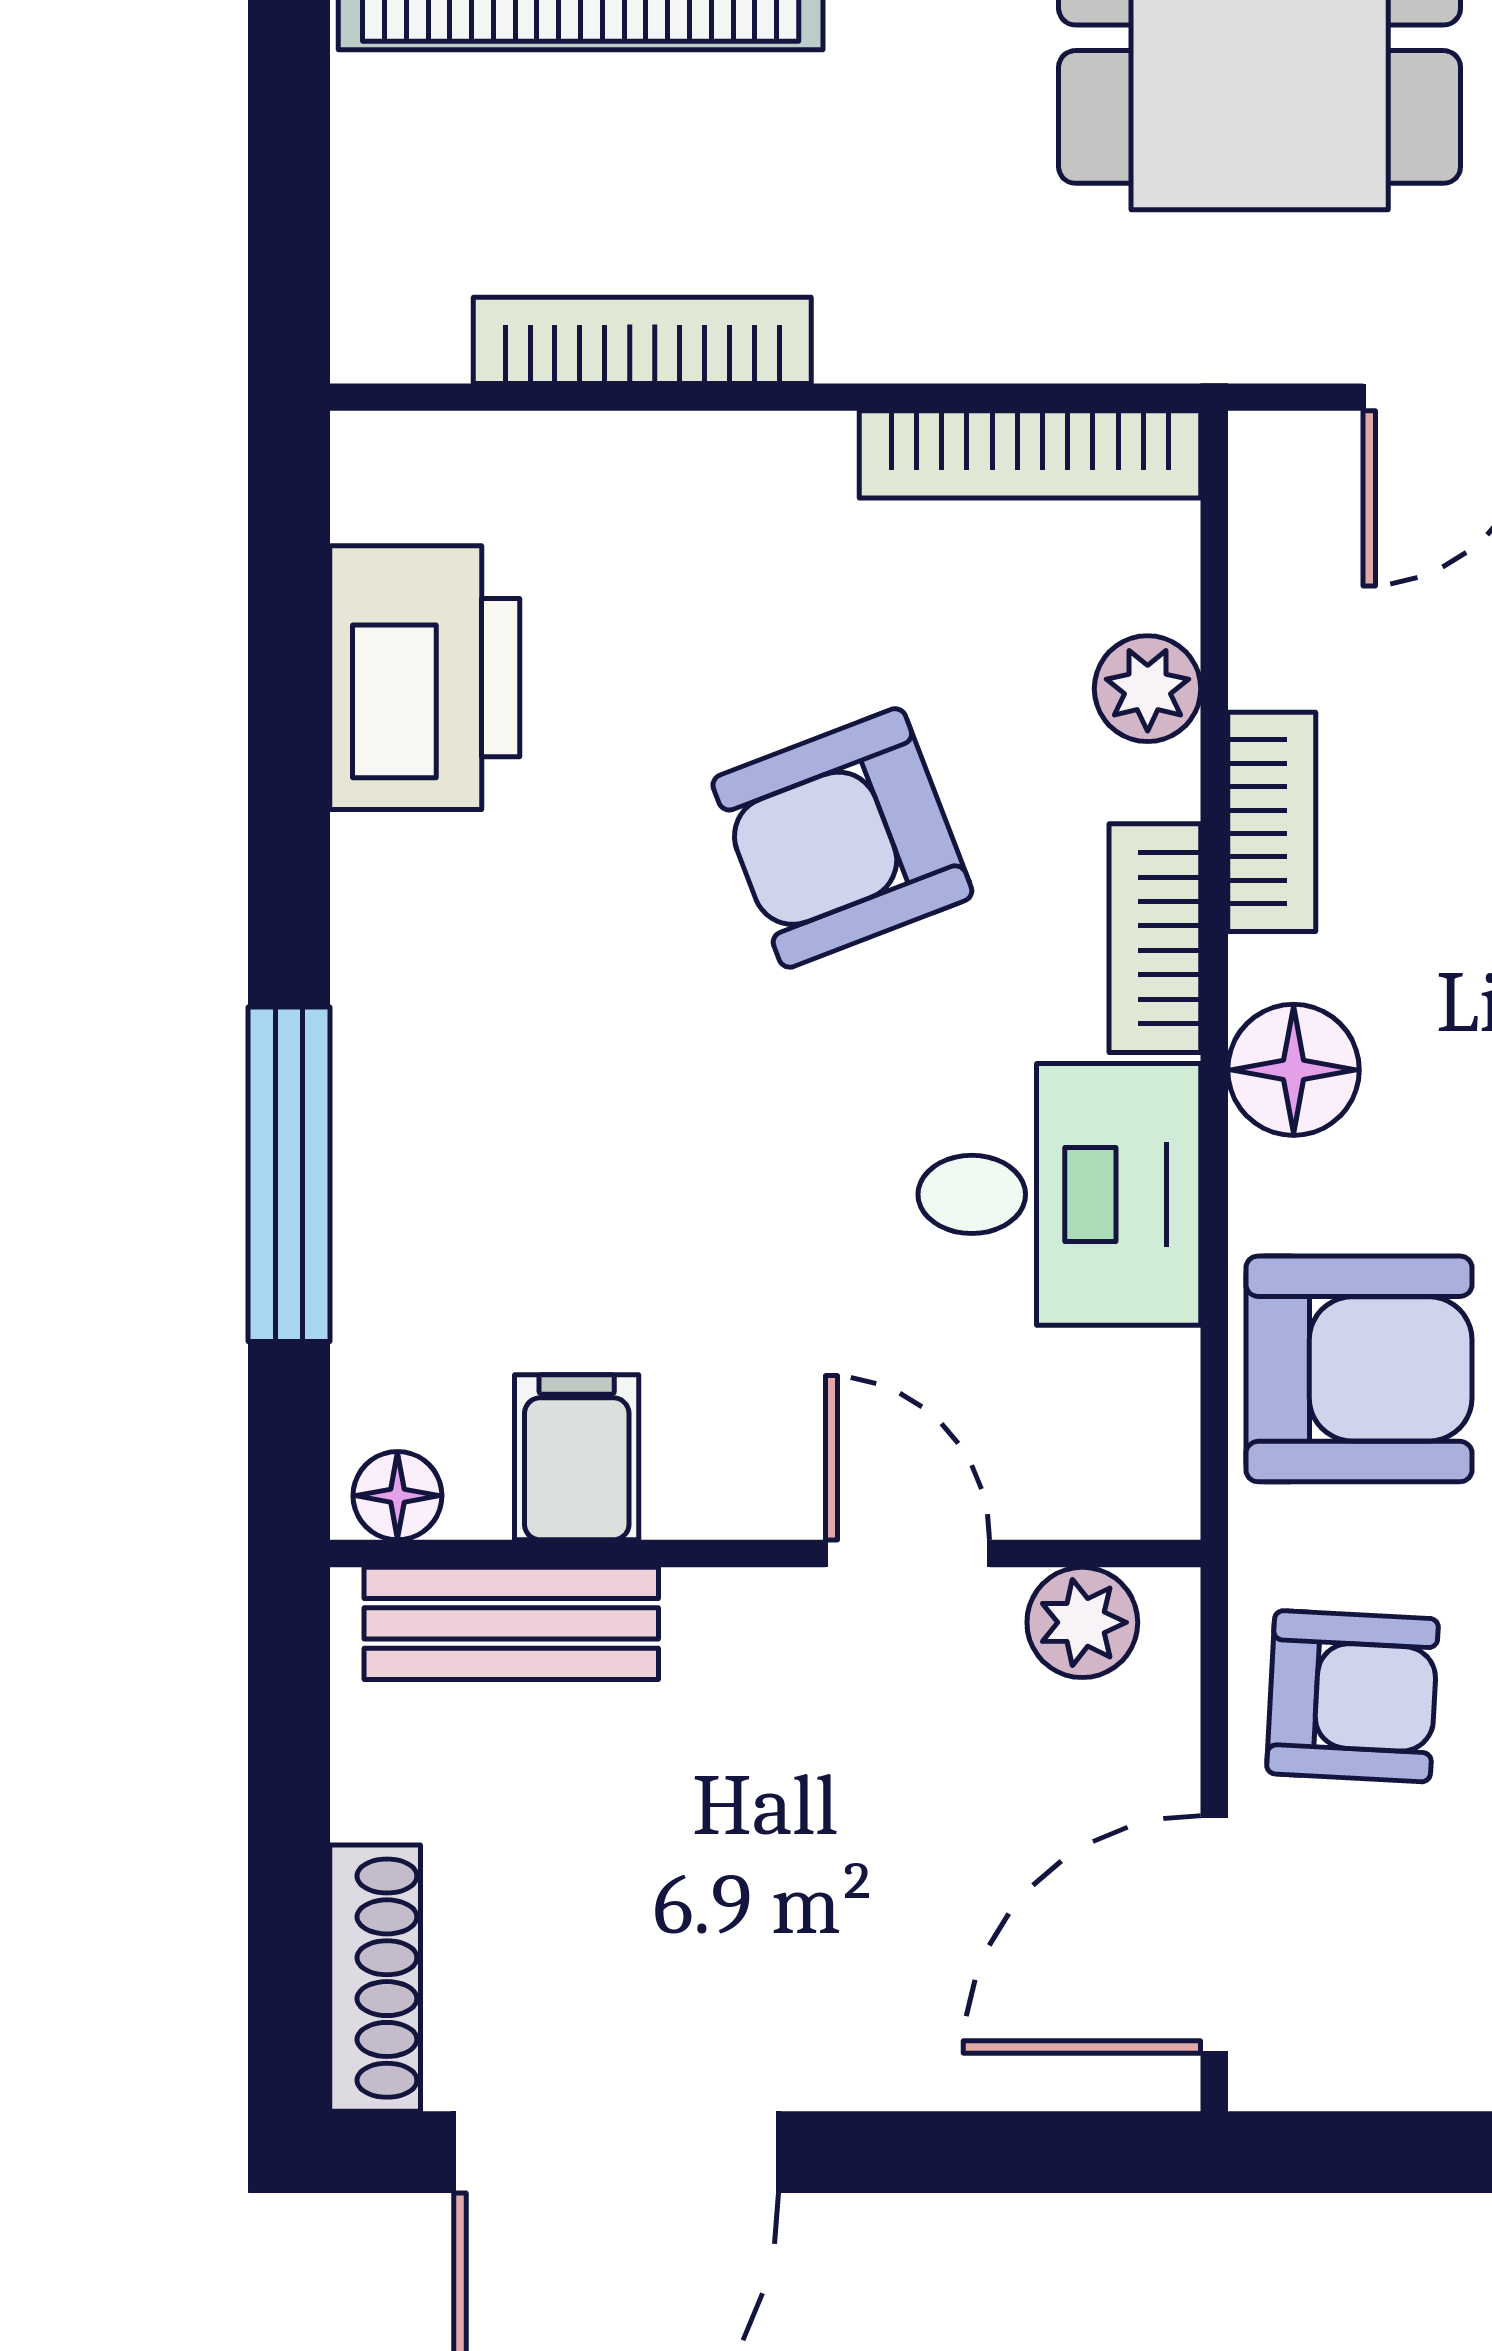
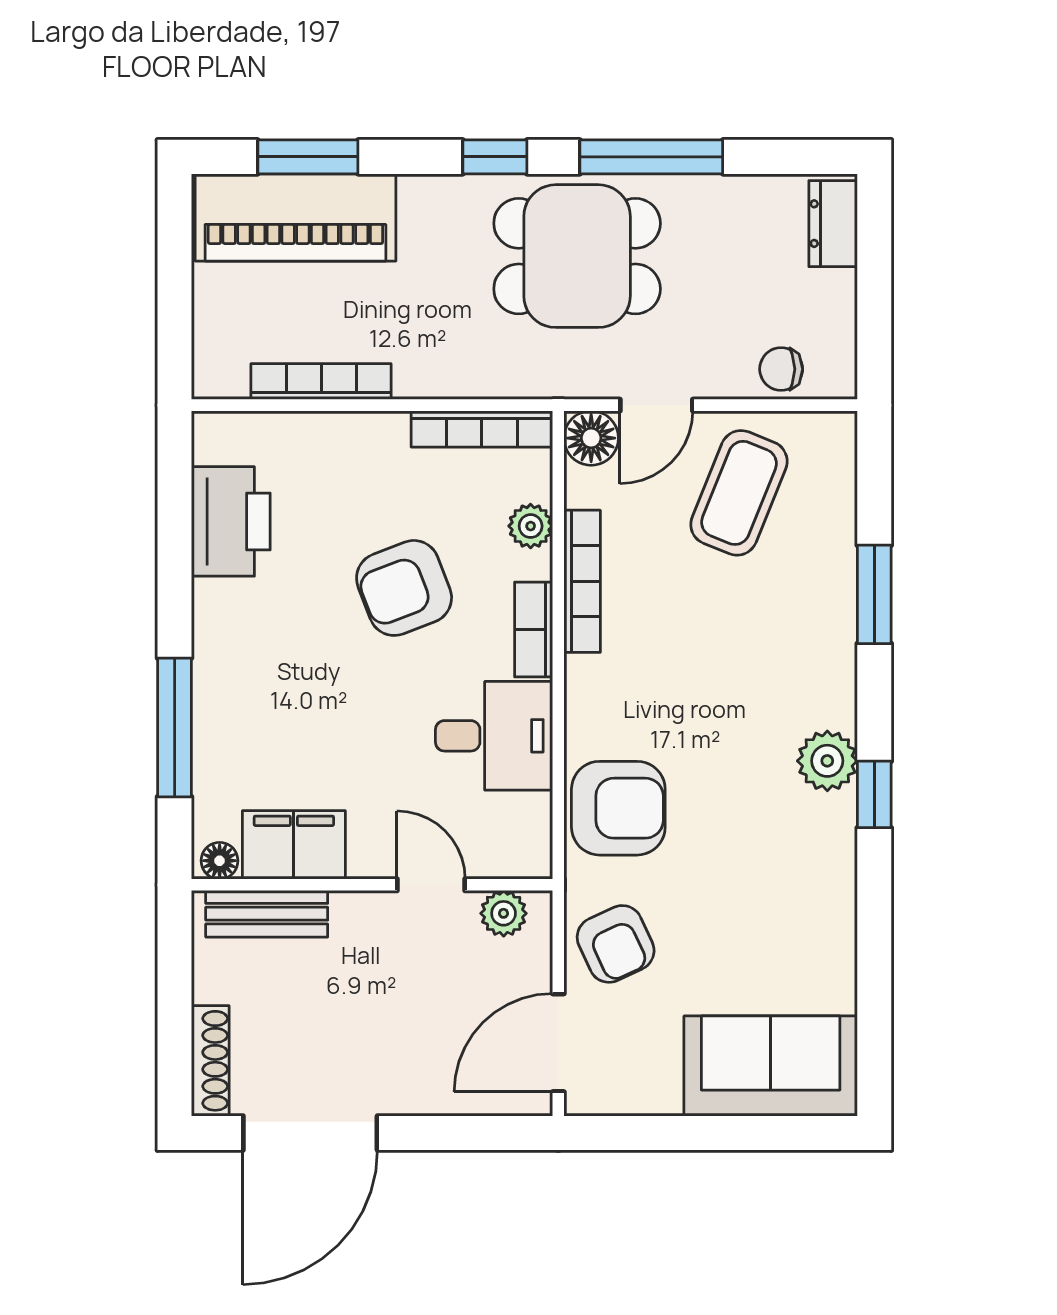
bookcase: (1272, 822) -> (582, 581), width x1.56
floor lamp: (1294, 1070) -> (591, 438), moved
filing cabinet: (577, 1457) -> (294, 845), width x2.00
armchair: (1352, 1696) -> (616, 944), turned 62

